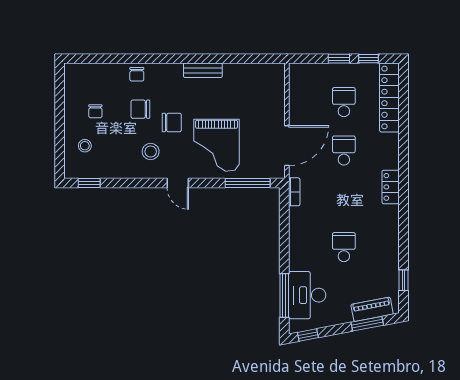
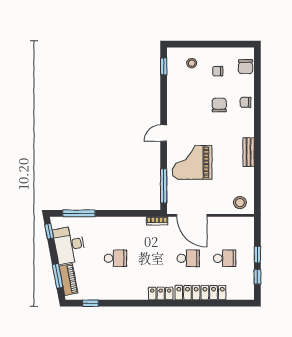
locker: (389, 97) -> (201, 293), moved
chair: (172, 122) -> (246, 67), moved
stool: (151, 152) -> (240, 203), moved
desk: (307, 295) -> (69, 245), moved, turned -101

